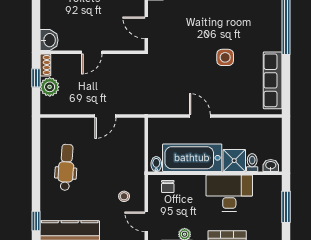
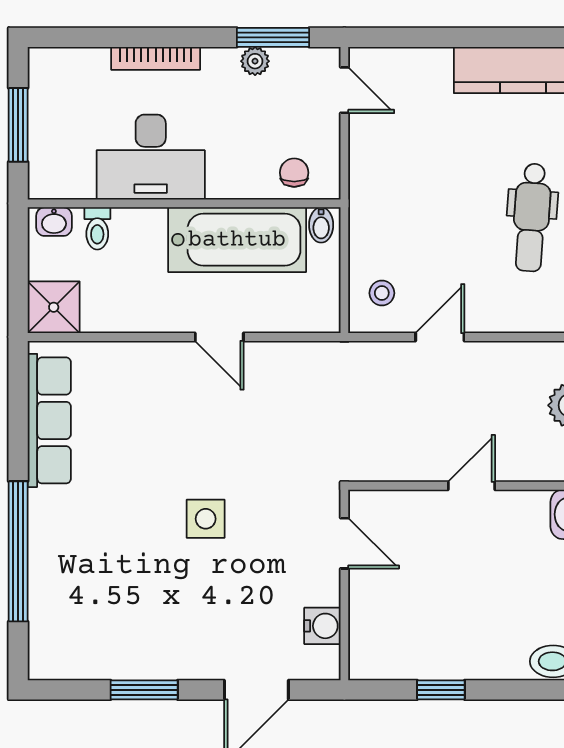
side table: (225, 57) -> (206, 519), moved
shower: (234, 161) -> (54, 307), moved
stool: (124, 196) -> (382, 293), moved

